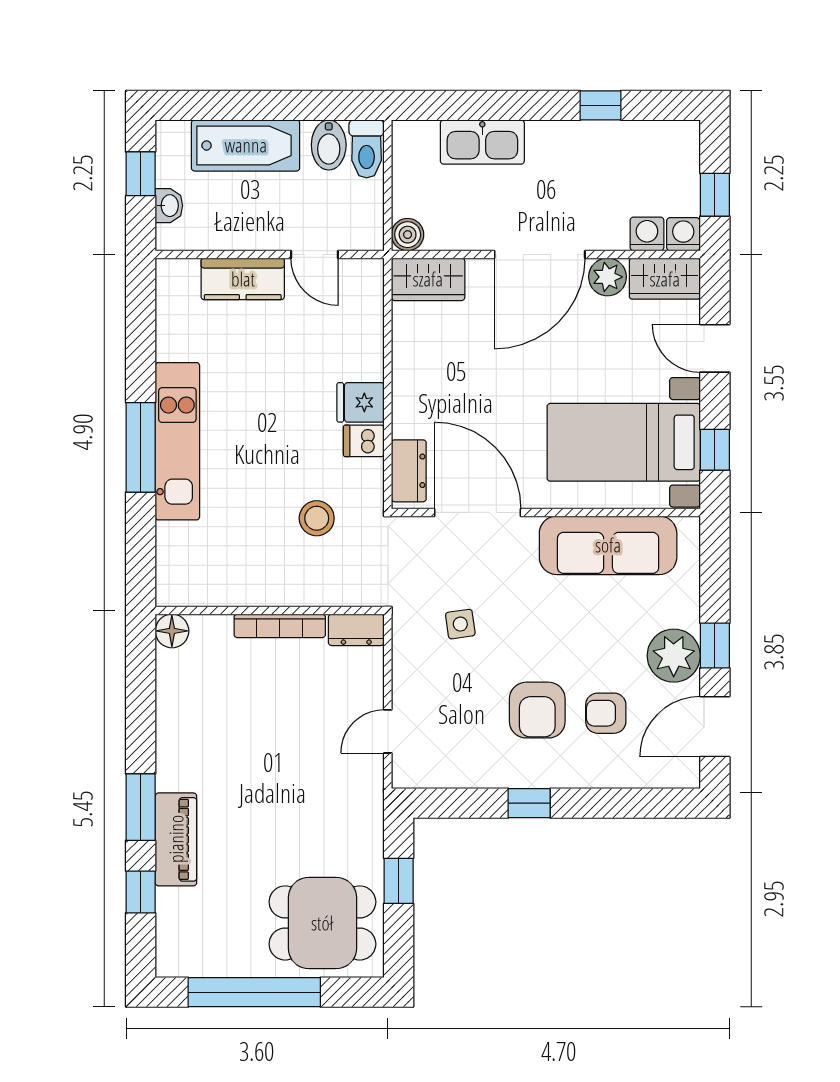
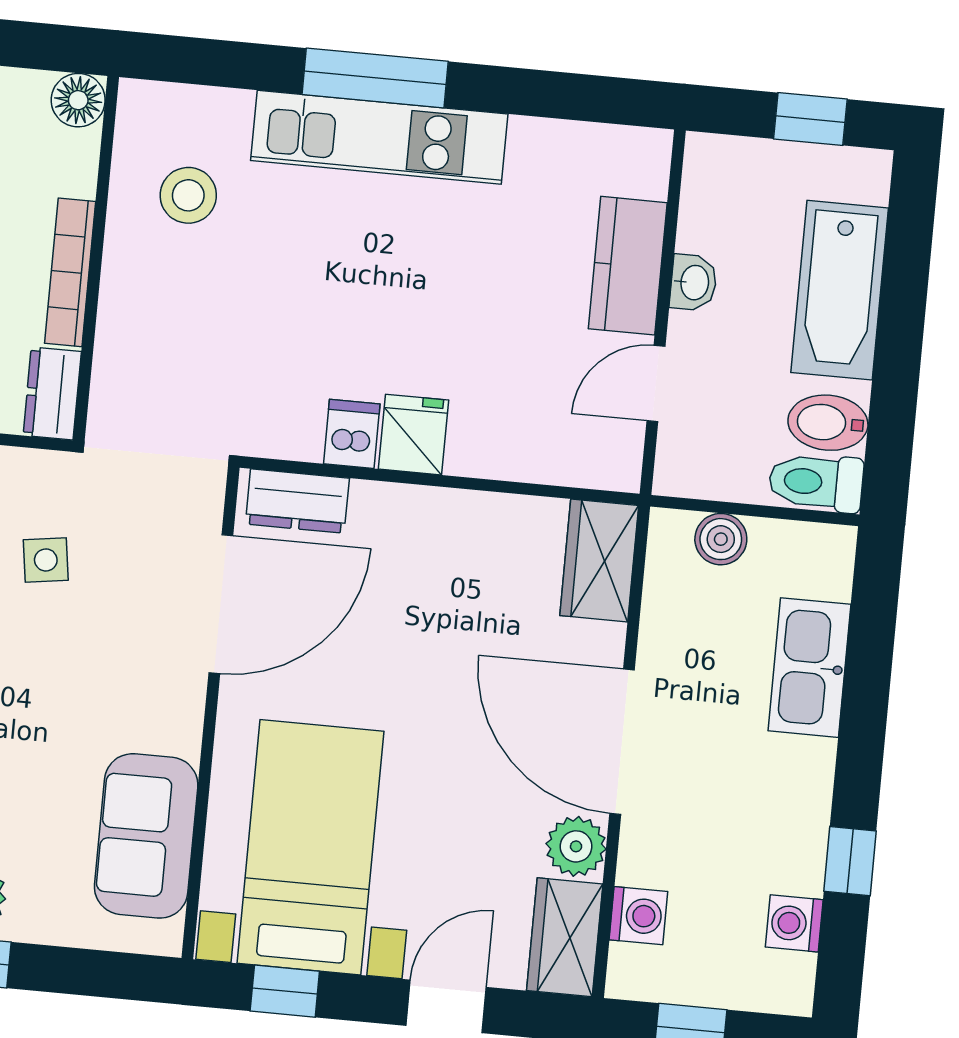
washbasin: (169, 206) -> (693, 282), moved, turned -90
washing machine: (683, 234) -> (794, 923), moved, turned 180
boiler: (408, 235) -> (721, 539), moved
stool: (317, 518) -> (188, 195), moved
sofa: (608, 545) -> (146, 836), width x0.73

